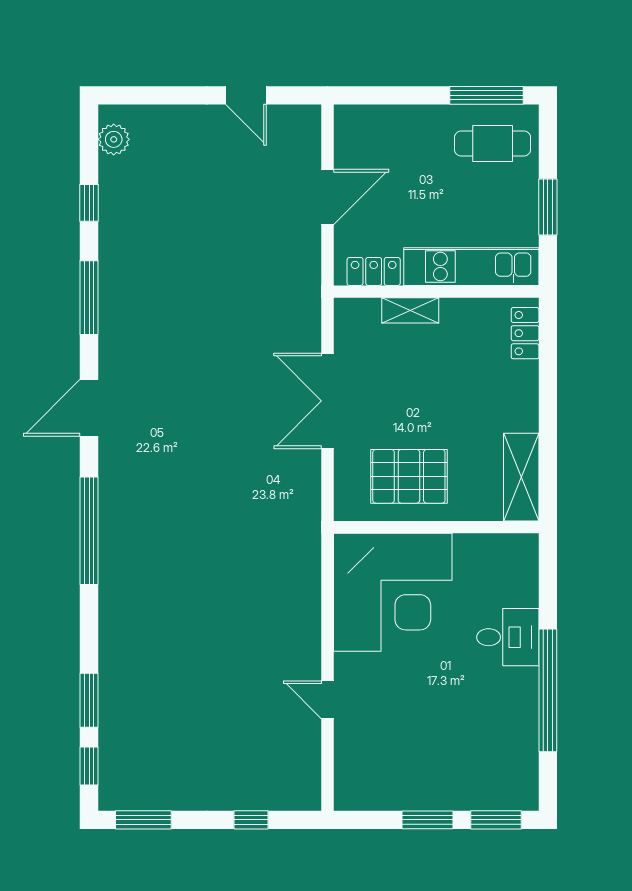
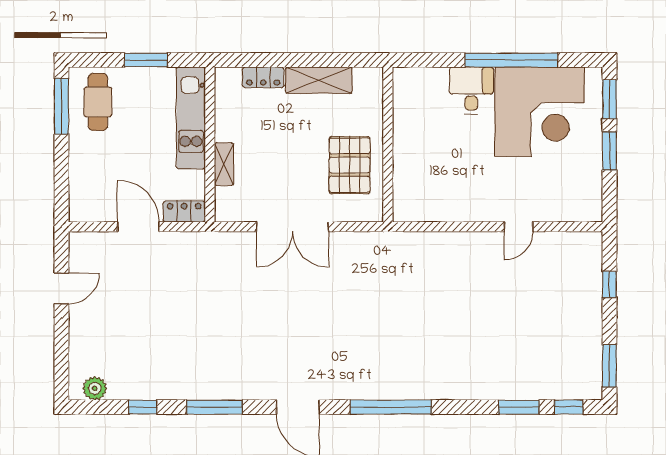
locker: (374, 271) -> (184, 211), moved, turned 90
locker: (525, 333) -> (263, 77), moved
shelving: (521, 477) -> (319, 80), moved
corner desk: (393, 592) -> (540, 112), moved, turned 90

